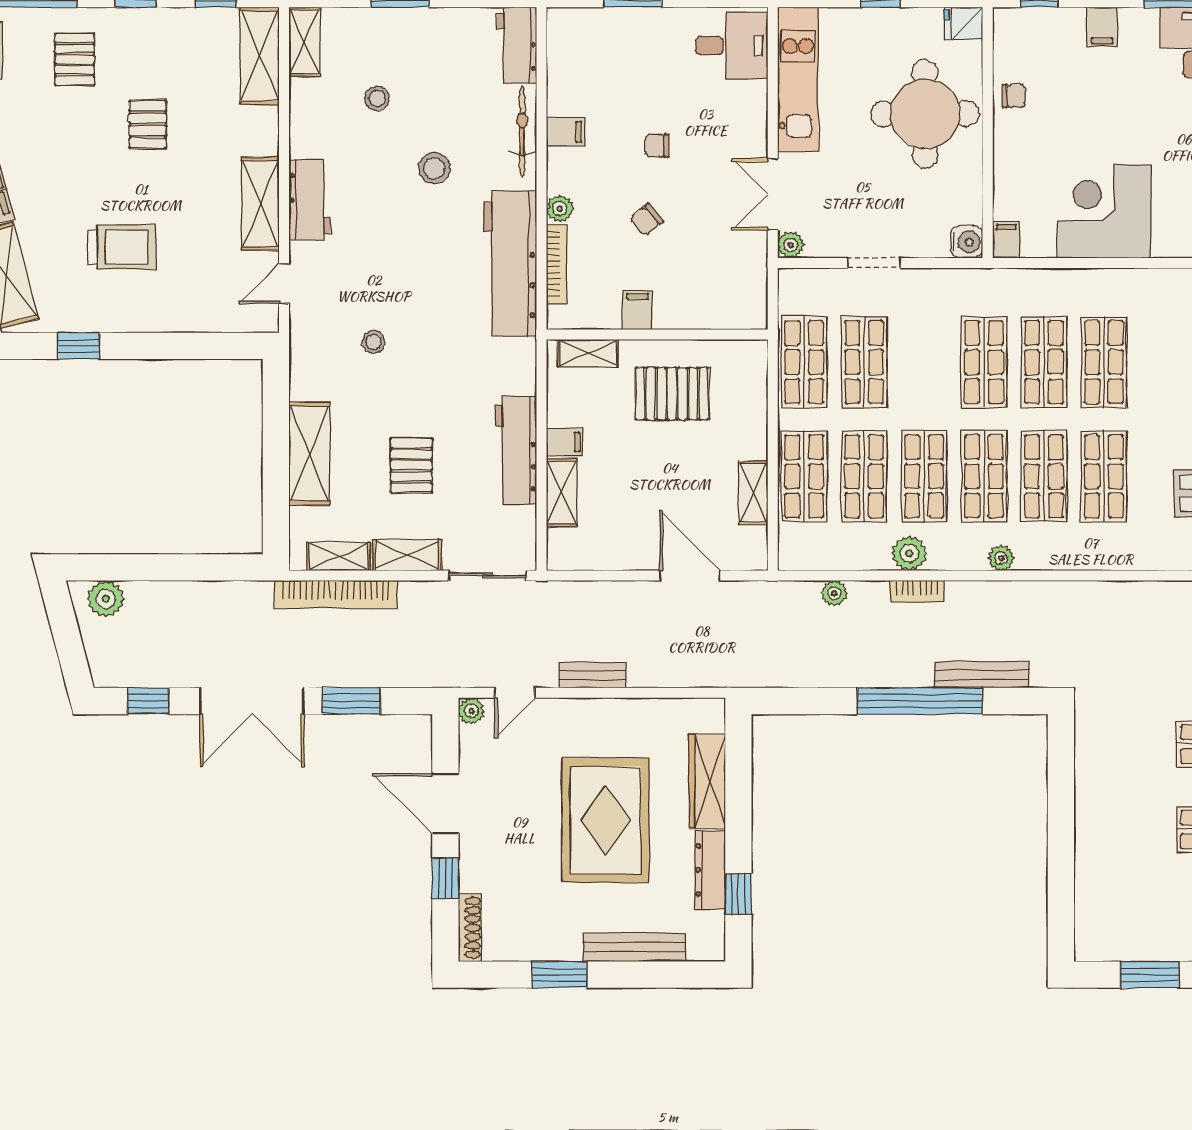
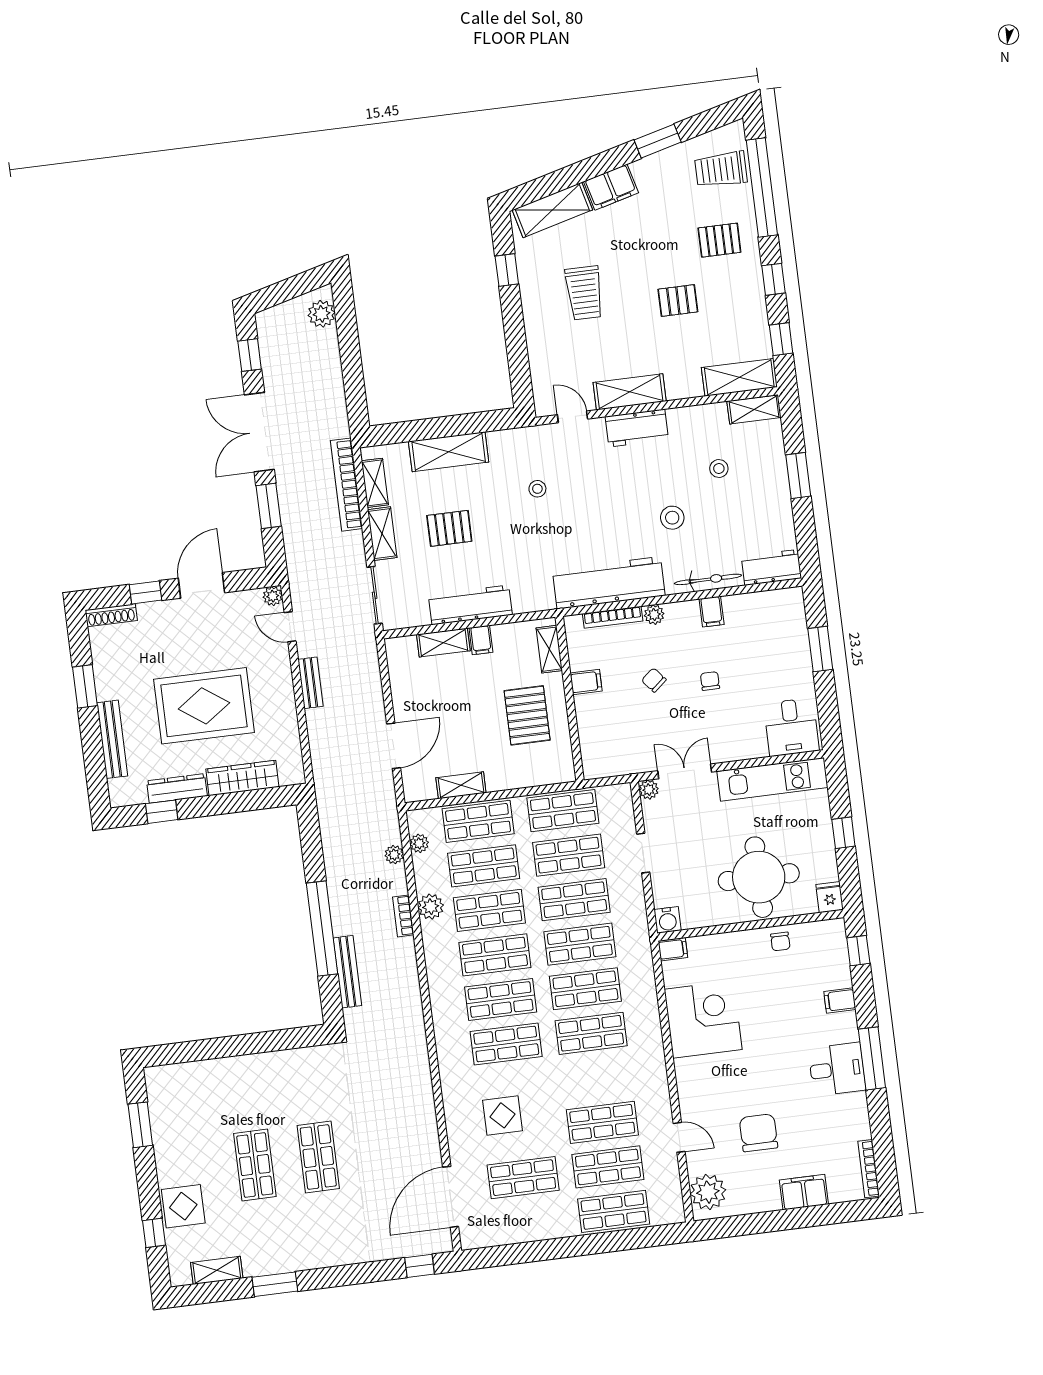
shop shelf: (924, 362) -> (574, 900), added
plant: (1001, 558) -> (419, 843), moved

